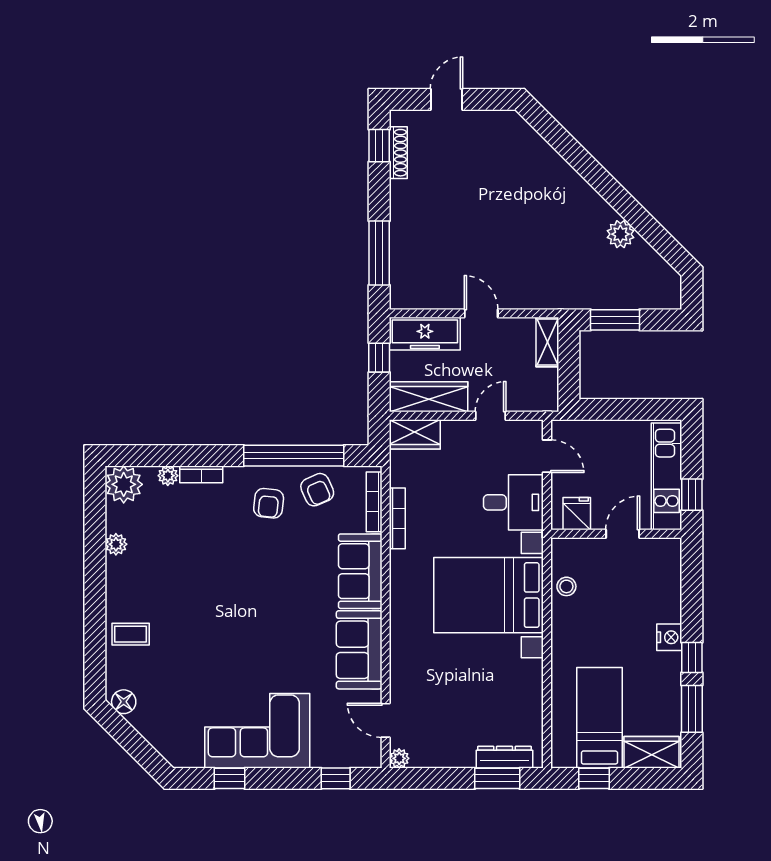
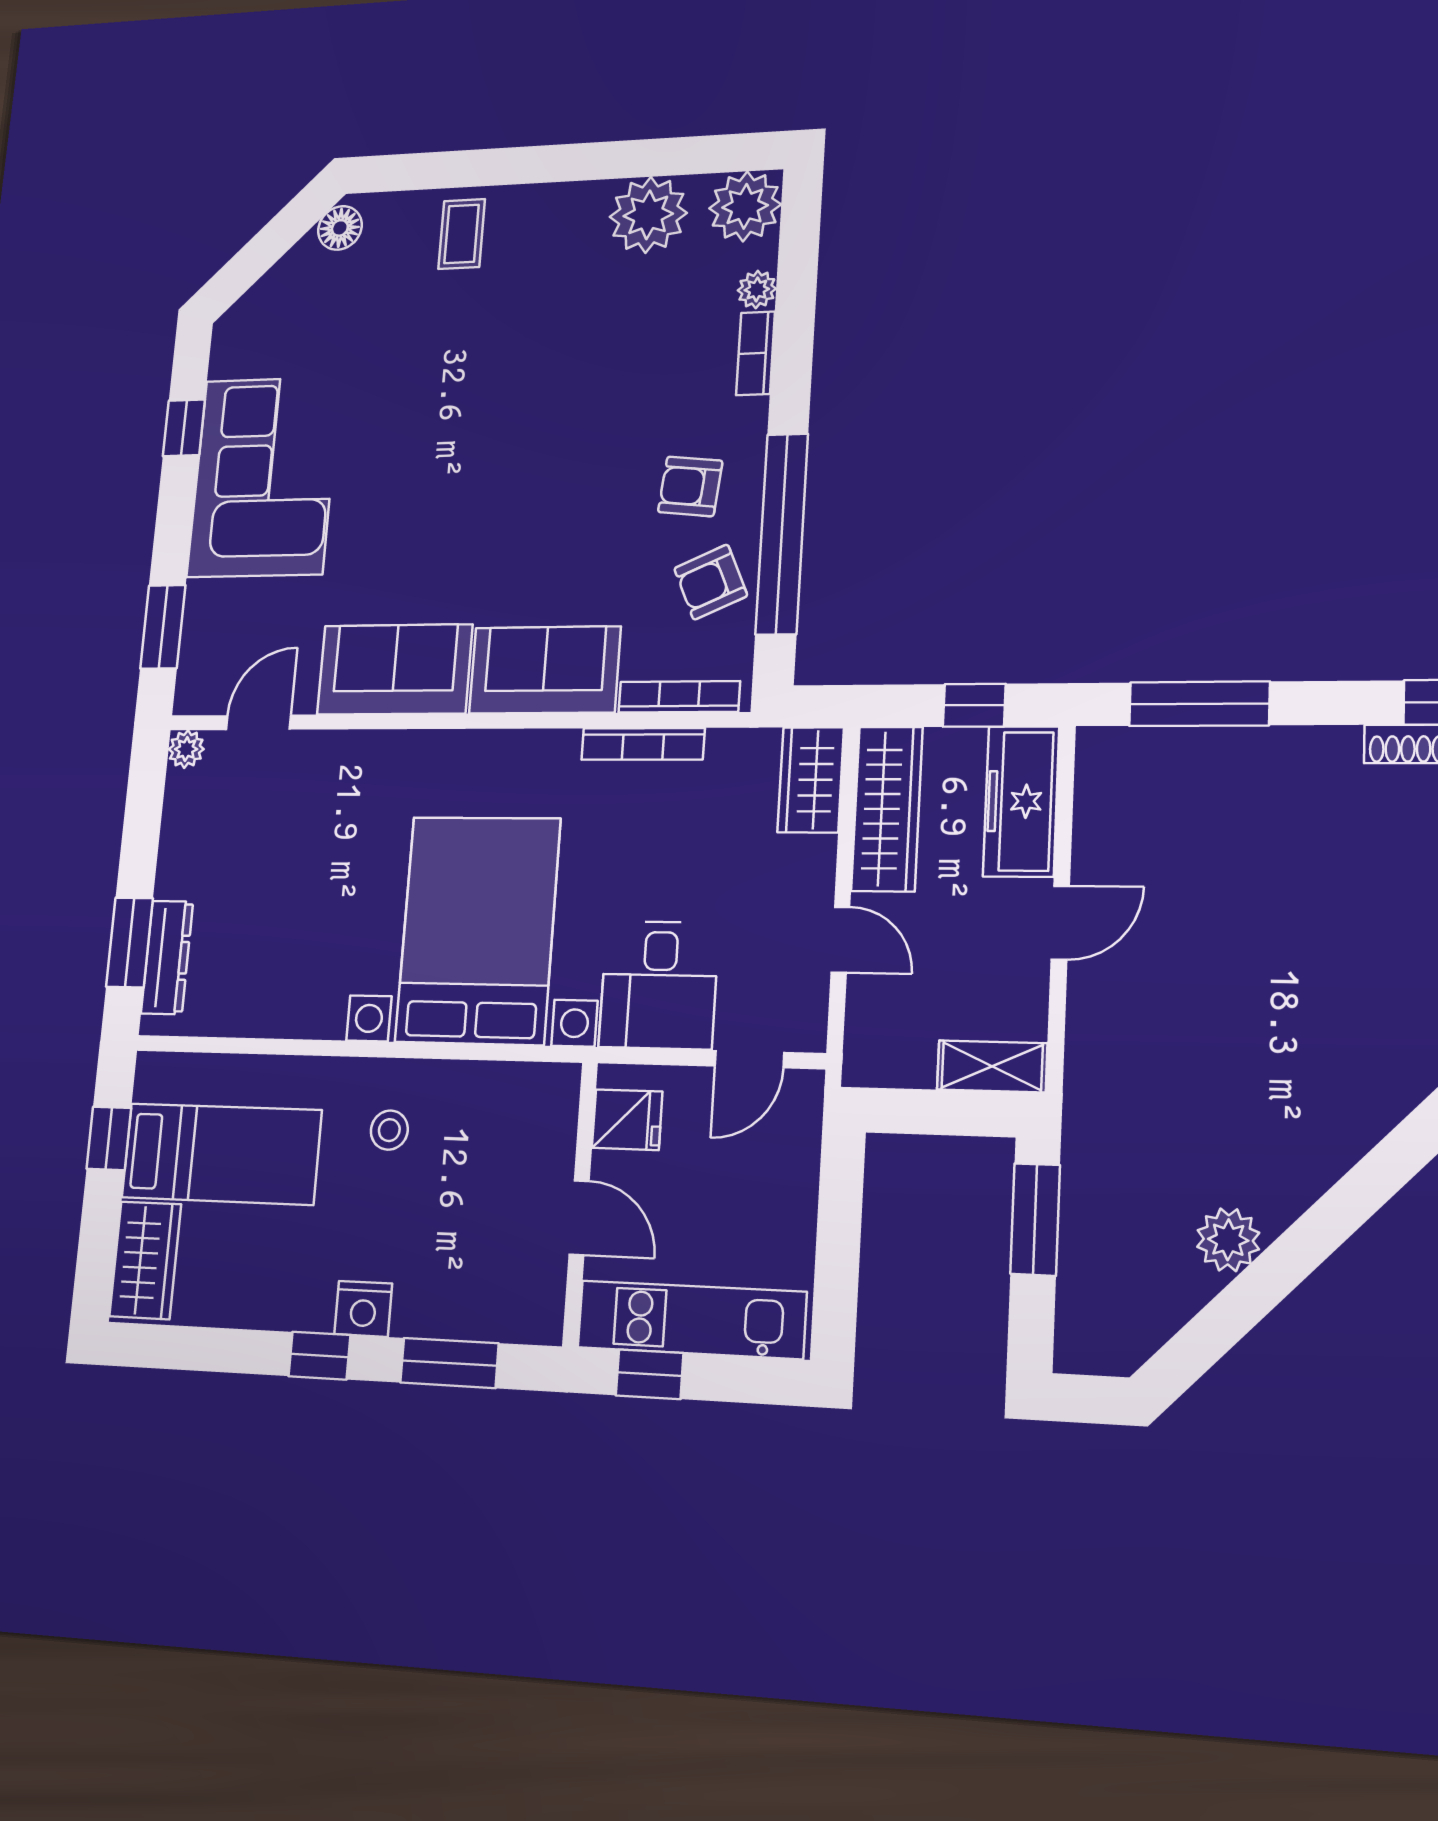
plant: (116, 544) -> (648, 215), width x1.87, depth x1.87
stool: (566, 586) -> (389, 1130), moved
window: (692, 709) -> (449, 1363), moved
window: (336, 778) -> (163, 627), width x1.50

